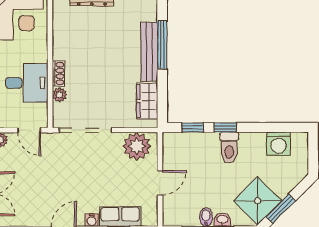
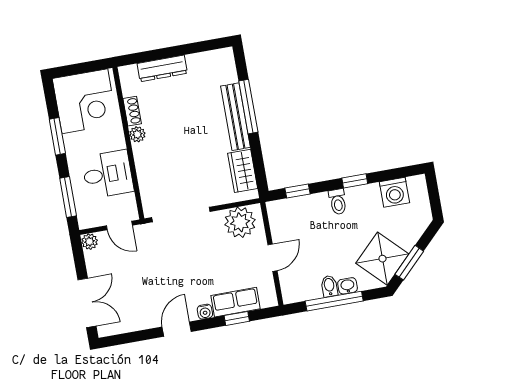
shoe rack: (58, 73) -> (132, 111), moved
plant: (59, 95) -> (137, 134), moved
window: (225, 127) -> (355, 181), moved
toilet: (229, 148) -> (338, 202), width x0.73, depth x0.72

